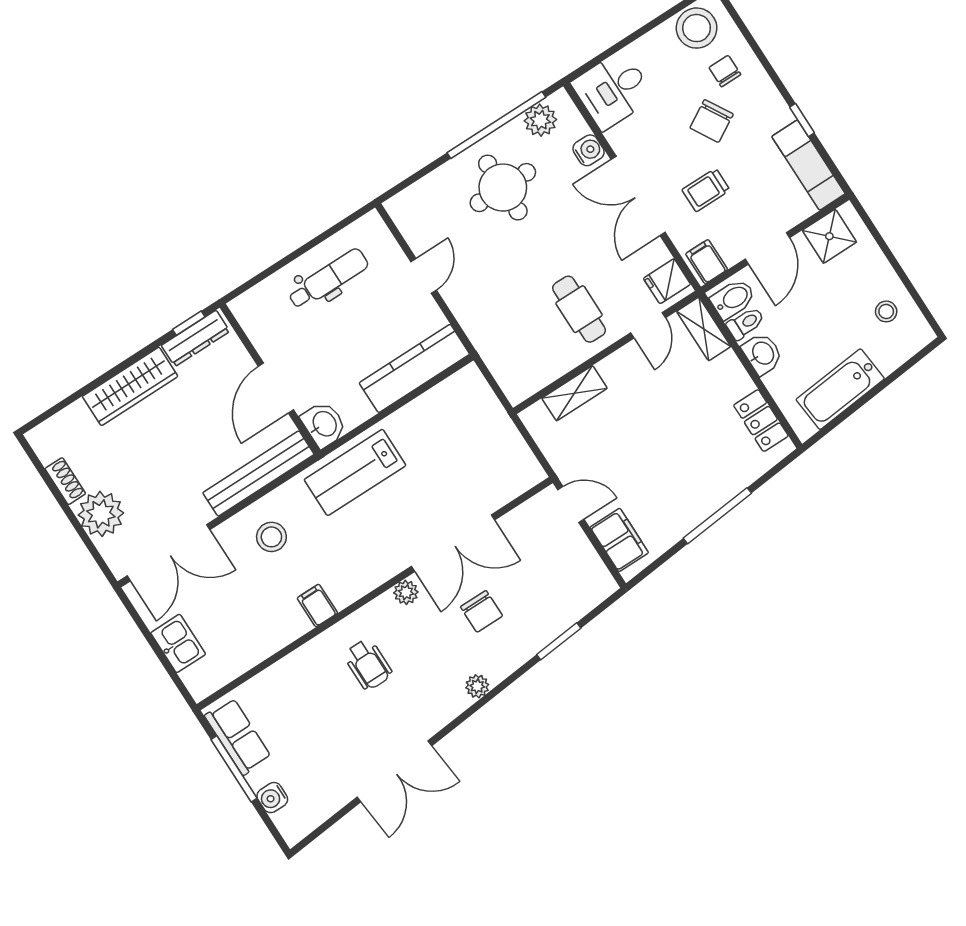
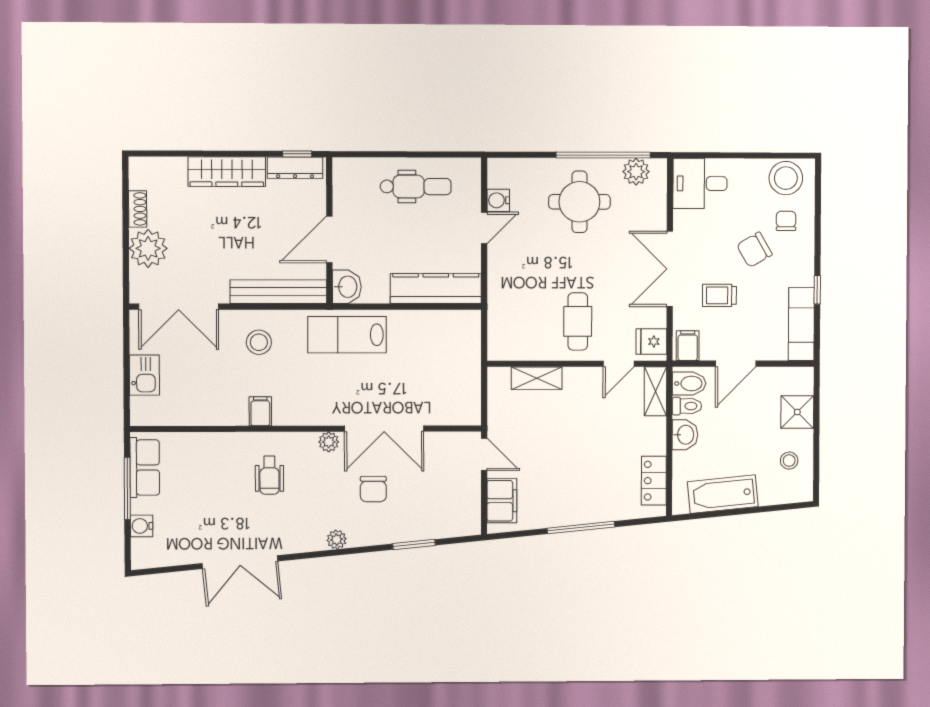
water cooler: (589, 150) -> (498, 200), moved, turned 180
shower: (829, 236) -> (797, 412), moved

